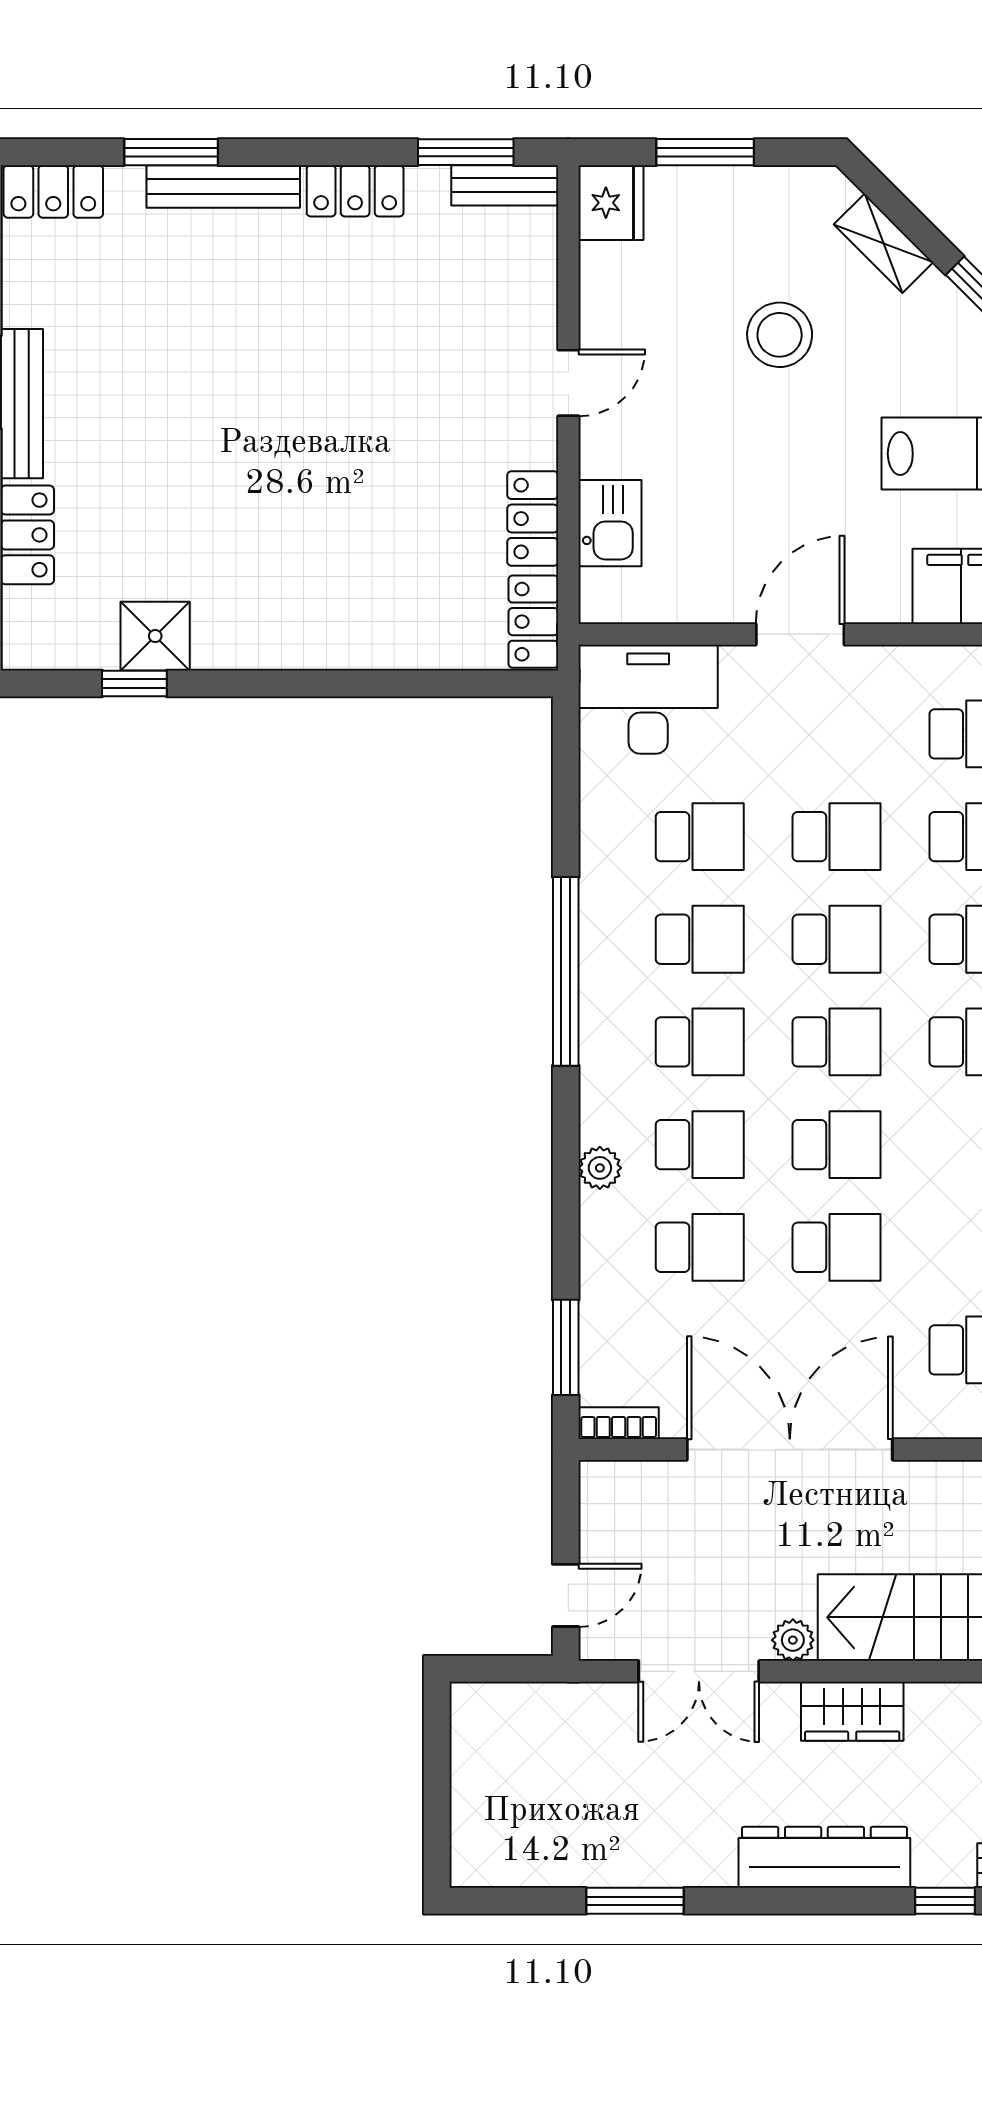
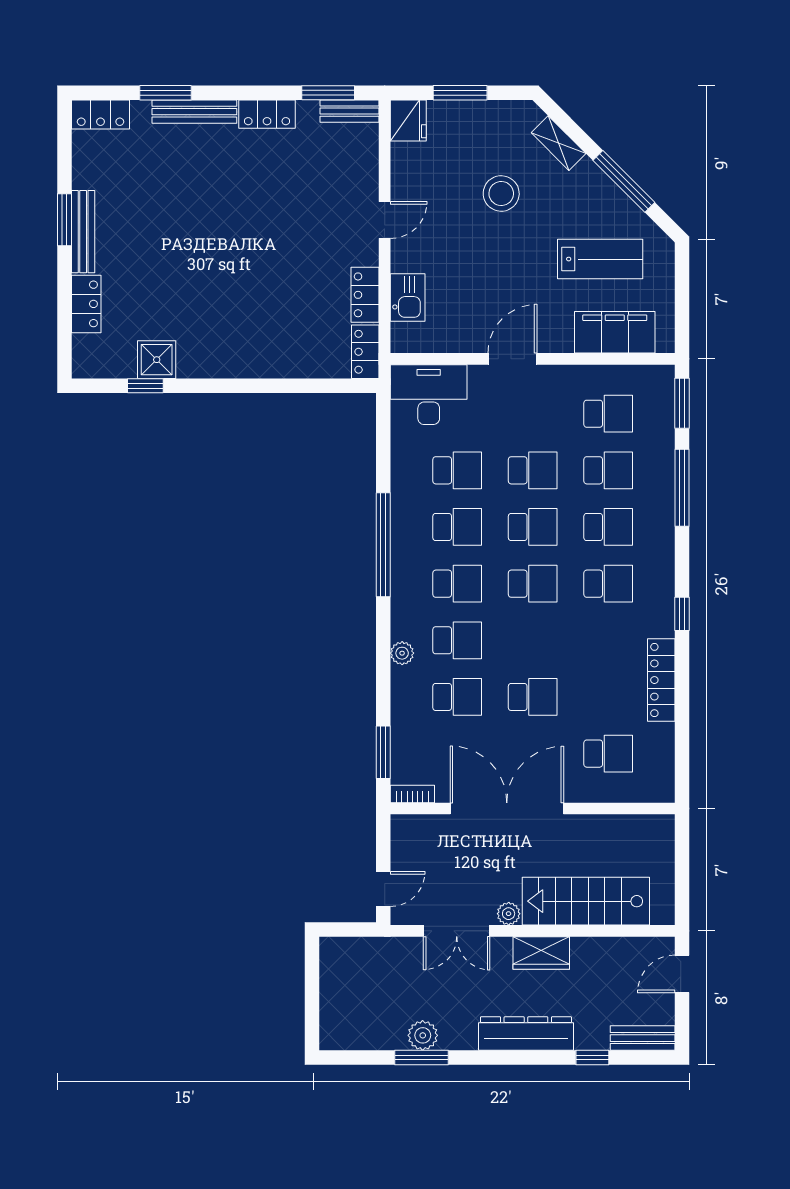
school desk: (837, 1145) -> (533, 640), removed
plant: (637, 1861) -> (423, 1035), added

